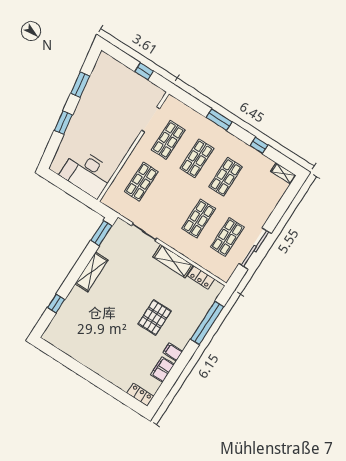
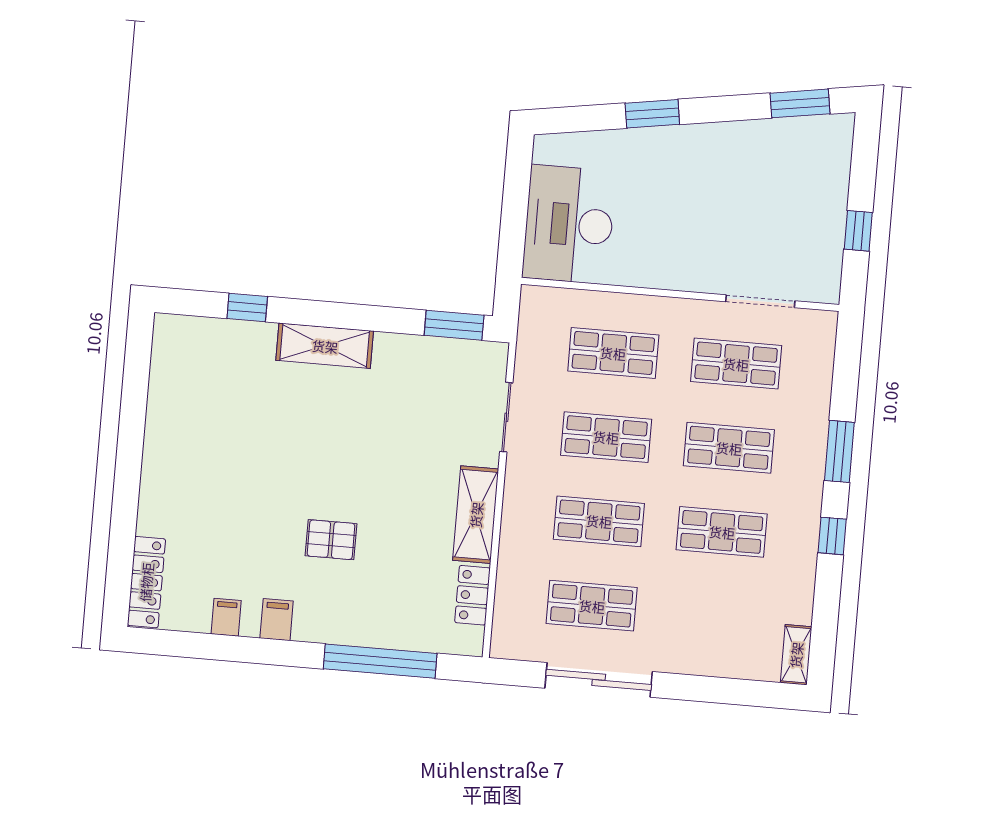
window: (80, 85) -> (800, 103), moved
window: (259, 145) -> (832, 536), moved
shop shelf: (170, 200) -> (606, 437), added
shelving: (91, 272) -> (325, 346), moved
pallet: (155, 317) -> (331, 540), width x0.67, depth x0.71
filing cabinet: (162, 369) -> (226, 617), width x0.50
locker: (140, 395) -> (146, 582), width x1.53

